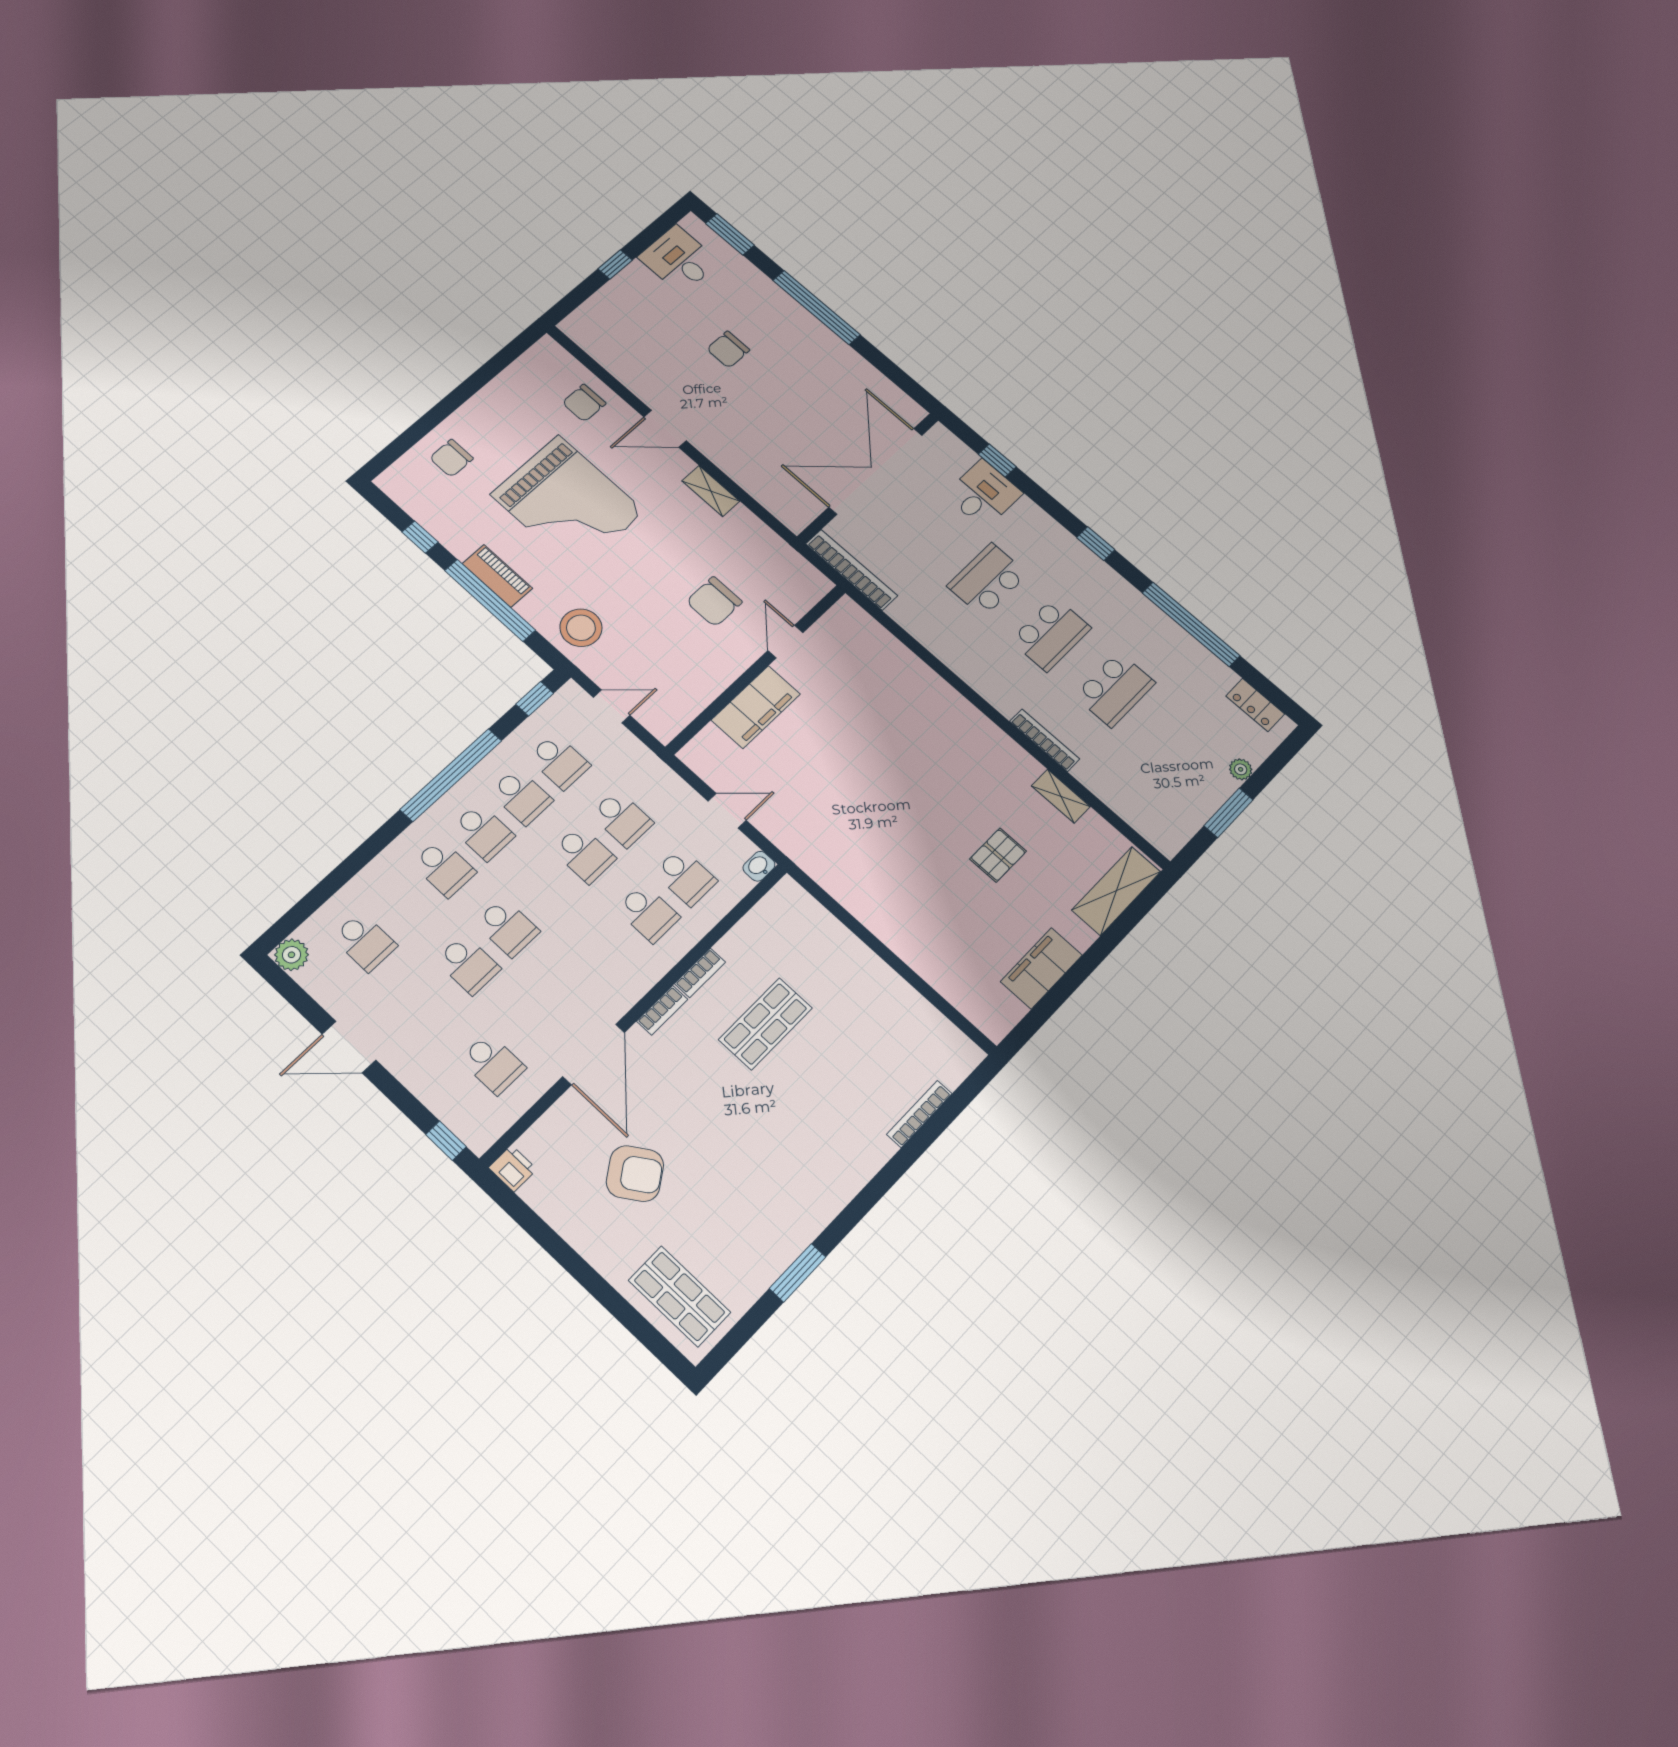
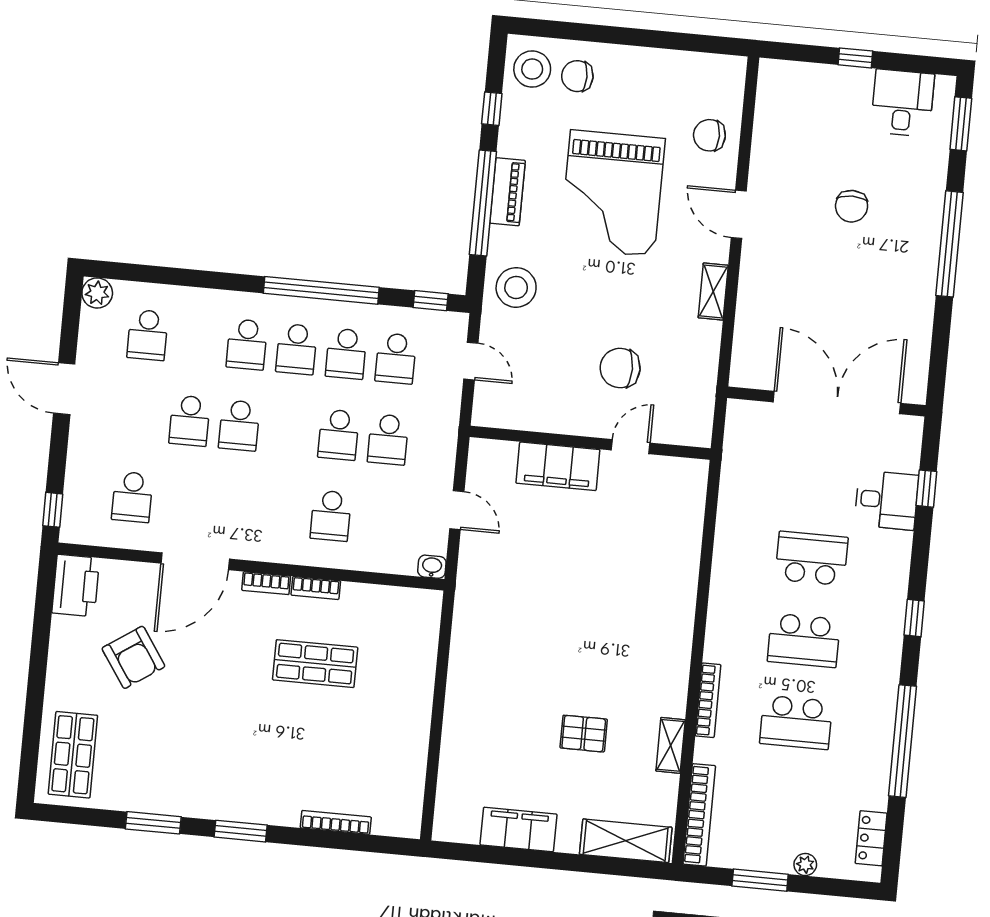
chair: (728, 350) -> (852, 206), turned -90
stool: (416, 485) -> (532, 69), added
bookcase: (852, 570) -> (699, 815), moved
school desk: (685, 877) -> (380, 520), removed
printer: (513, 1168) -> (76, 585), width x1.87, depth x1.48
window: (864, 1201) -> (241, 831), added

